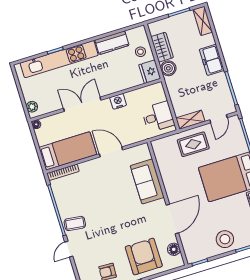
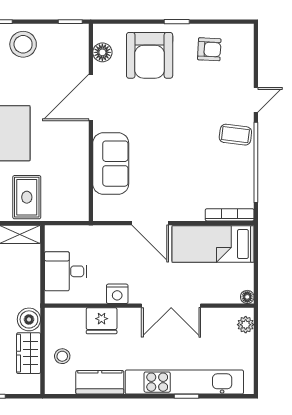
fridge: (150, 72) -> (102, 321), moved, turned 90
desk: (158, 117) -> (66, 271), moved
rug: (193, 144) -> (27, 197), turned 90

